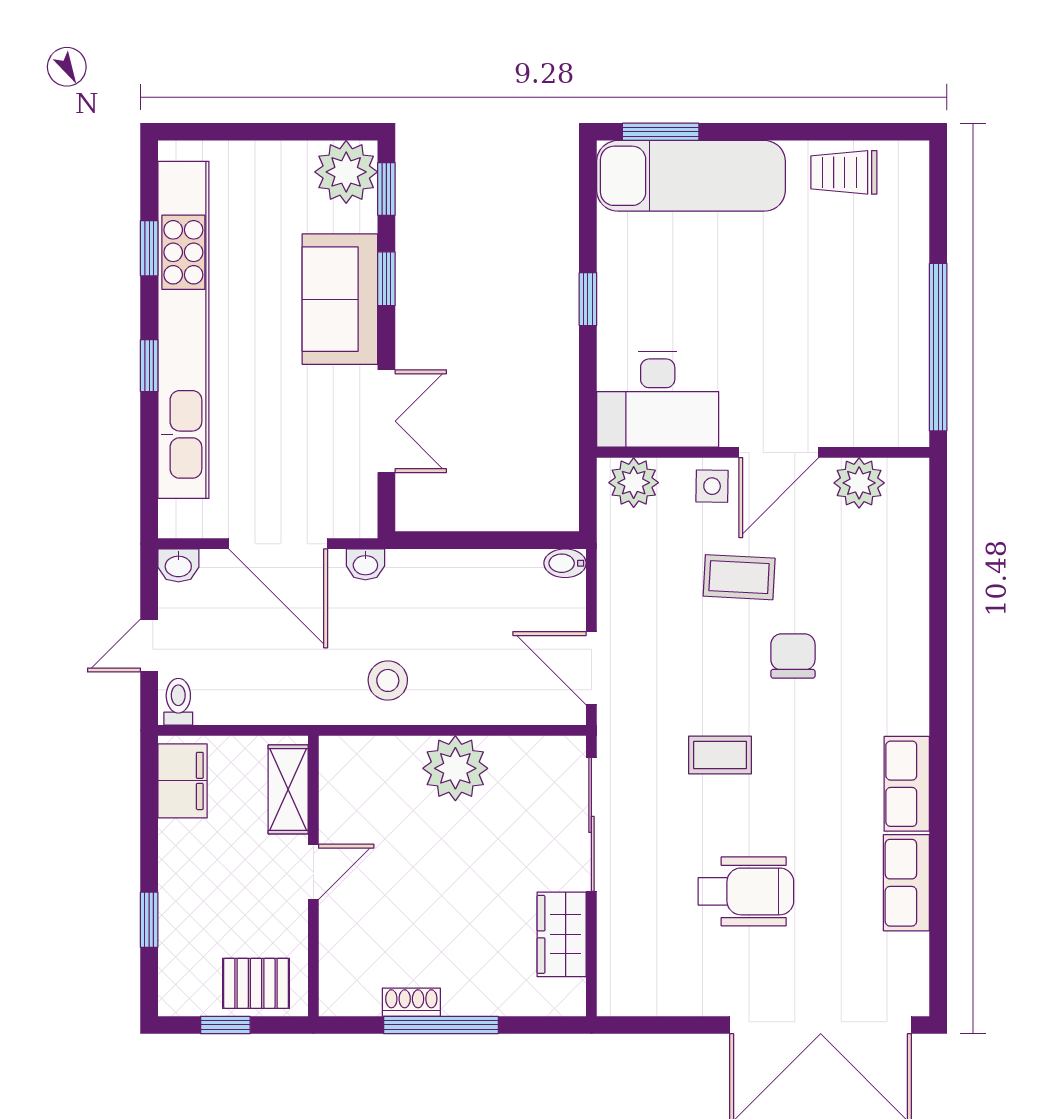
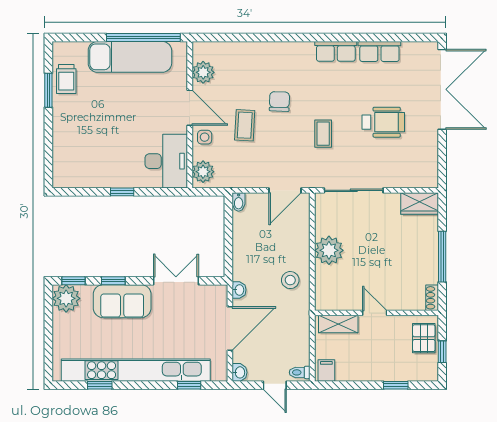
window: (661, 132) -> (48, 90), moved
exam couch: (691, 176) -> (130, 57), moved, turned 90
window: (149, 366) -> (189, 385), moved
chair: (793, 656) -> (279, 101), turned 92
filing cabinet: (183, 781) -> (326, 371), width x0.50
wheelchair: (746, 891) -> (383, 122), turned 90
wardrobe: (562, 934) -> (420, 203), moved
shoe rack: (411, 1002) -> (432, 298), moved

